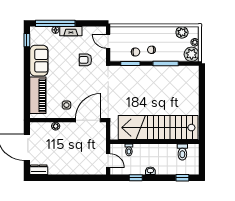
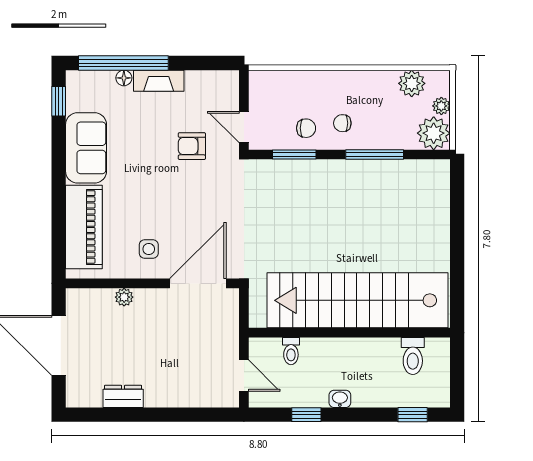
door: (108, 41) -> (244, 127), moved
dresser: (39, 170) -> (123, 396), moved

